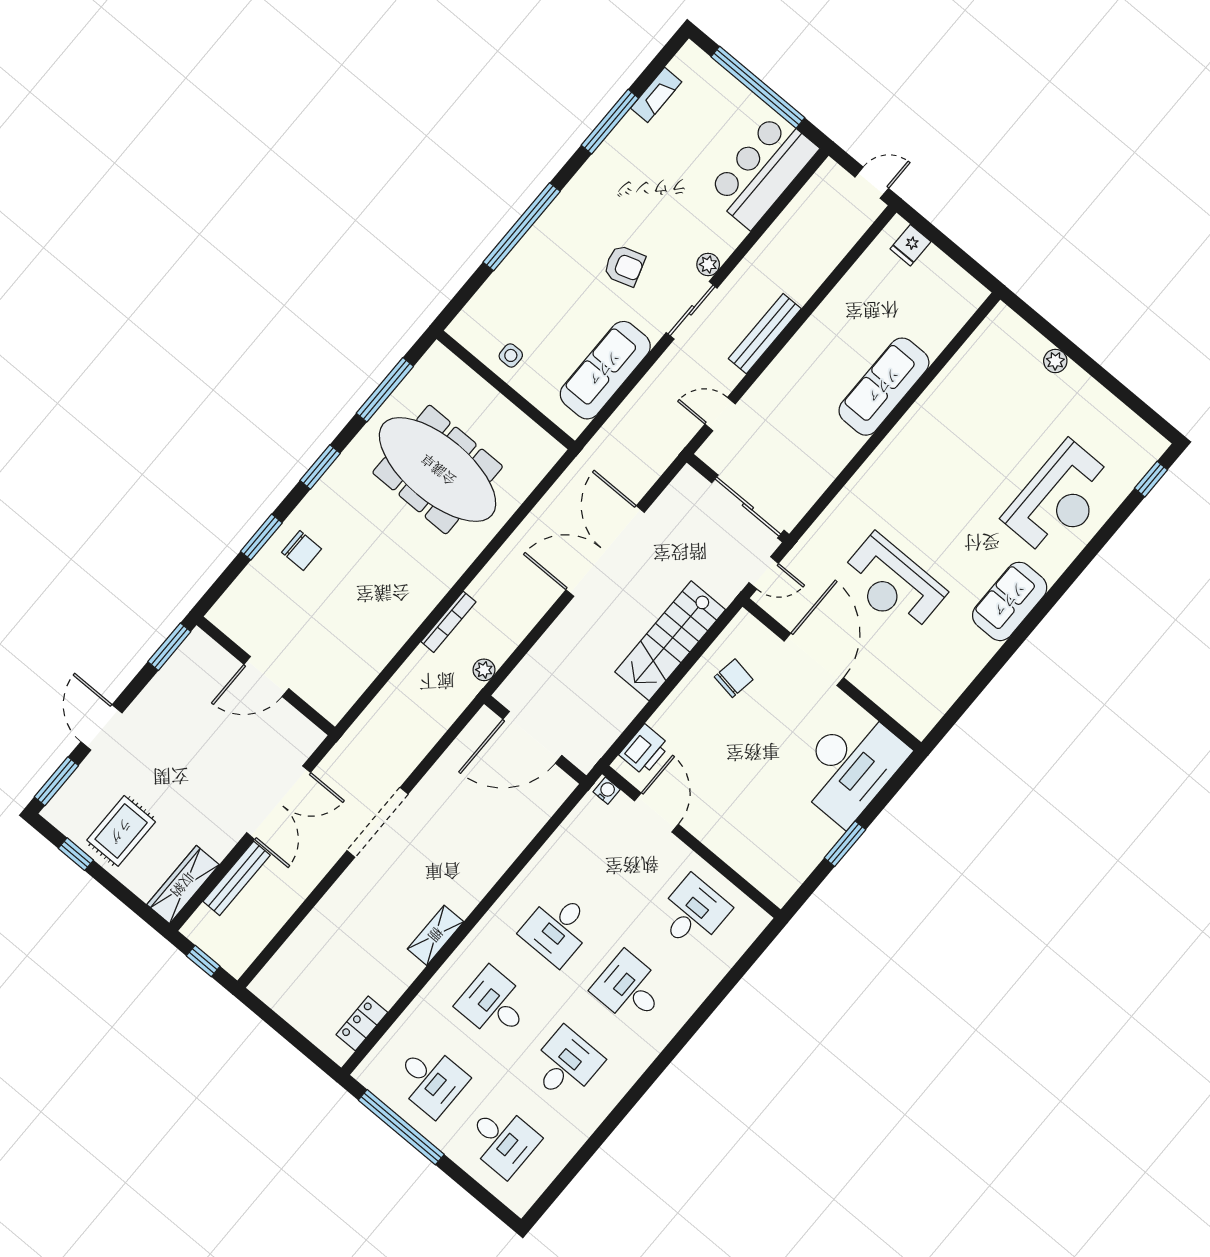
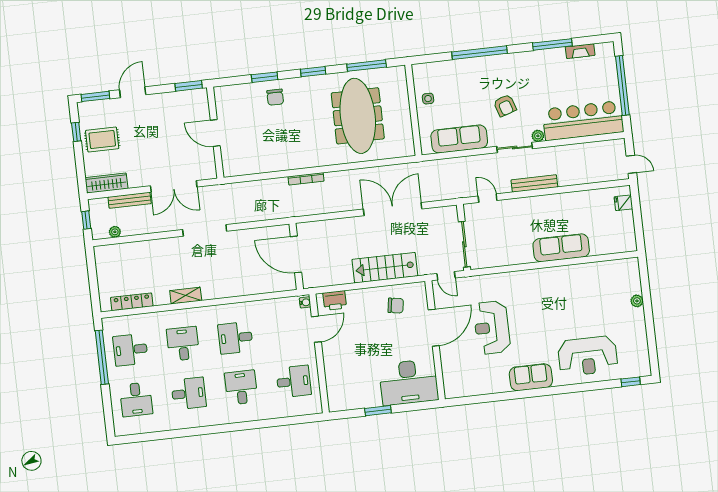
bar counter: (762, 171) -> (583, 121), width x1.36
plant: (484, 670) -> (115, 232), moved
locker: (362, 1023) -> (132, 302), width x1.53
desk: (430, 1080) -> (130, 350), turned 90

